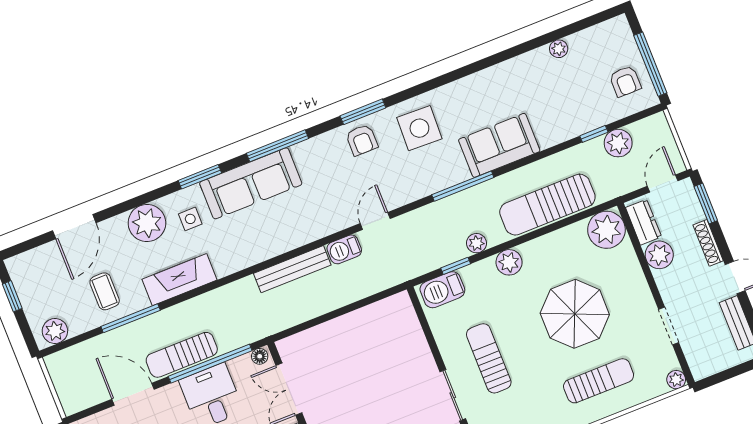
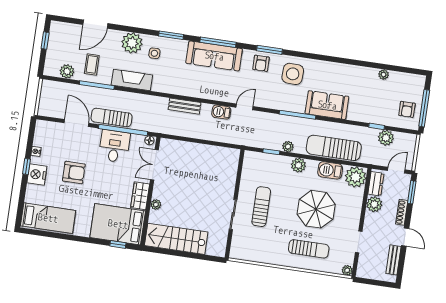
sofa: (251, 183) -> (214, 56), moved
bench: (292, 269) -> (185, 106), width x0.73
barbecue: (442, 290) -> (330, 170), moved
plant: (55, 331) -> (67, 71), moved

